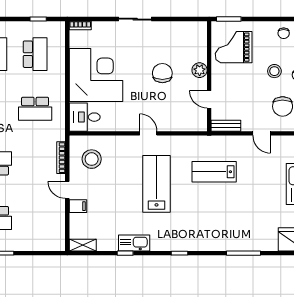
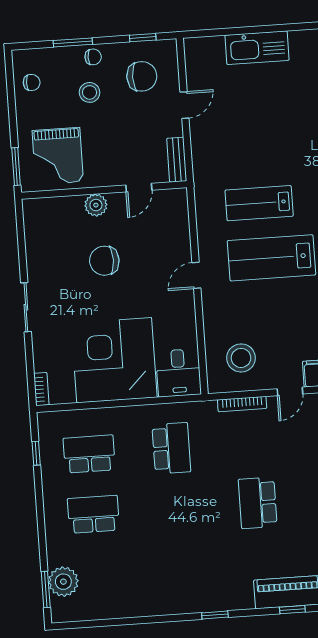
lab bench: (214, 172) -> (259, 203), moved, turned 90

